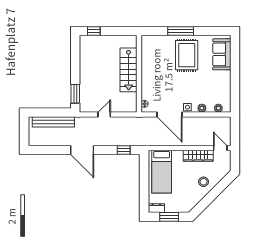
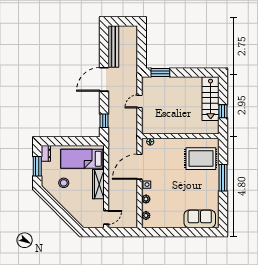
window: (94, 31) -> (223, 111), moved
rug: (187, 55) -> (201, 159), moved
stairs: (129, 70) -> (211, 99), moved, turned -90
door: (104, 115) -> (140, 101), swing flipped
bench: (53, 122) -> (113, 46), moved
wardrobe: (198, 156) -> (98, 184), moved
stool: (204, 182) -> (64, 183), moved

